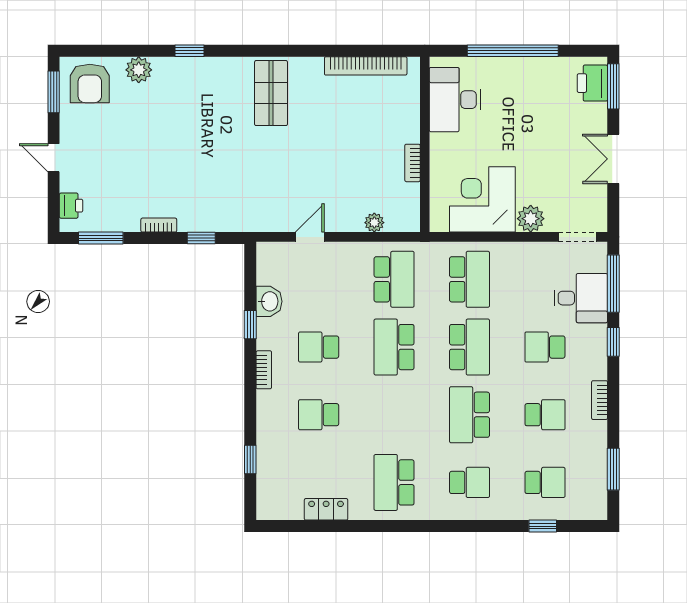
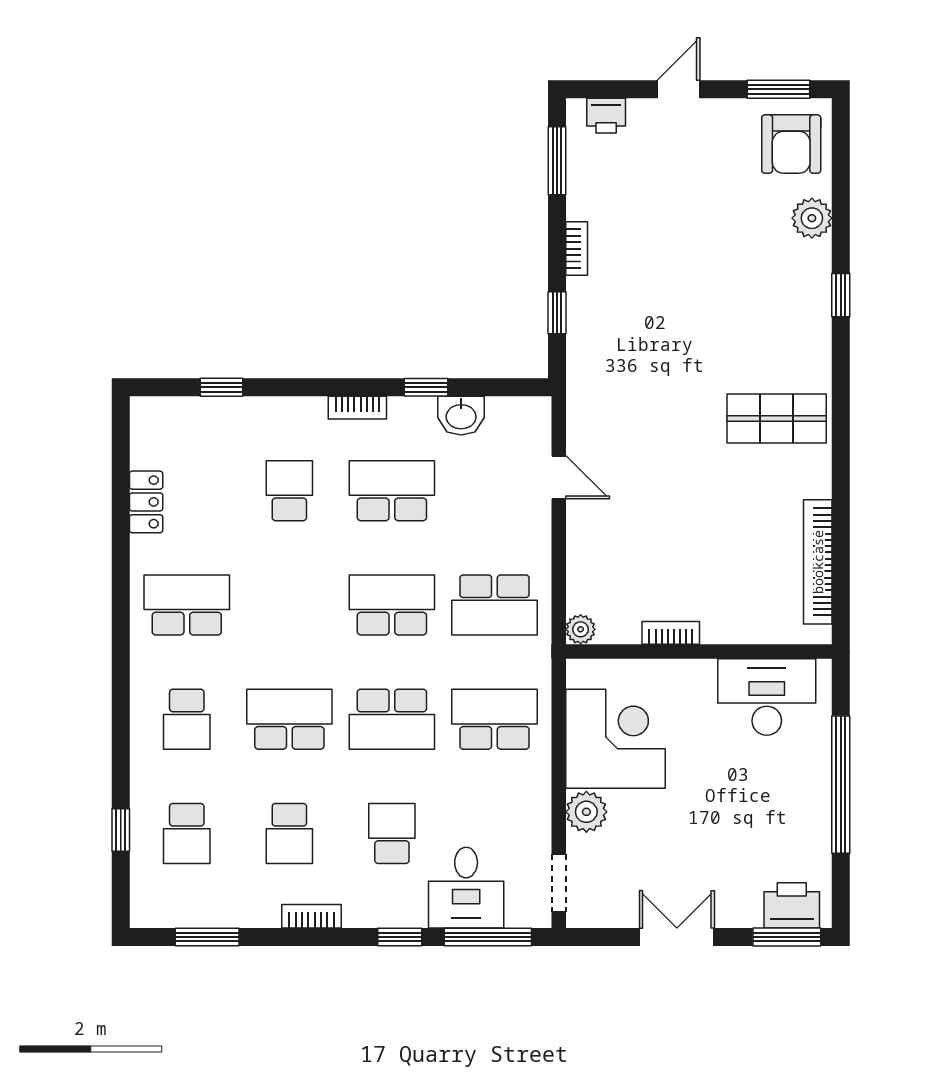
armchair: (90, 83) -> (791, 144), turned -90
plant: (374, 223) -> (581, 629), moved
school desk: (469, 279) -> (494, 719), turned 180
school desk: (319, 347) -> (392, 491), width x1.85

